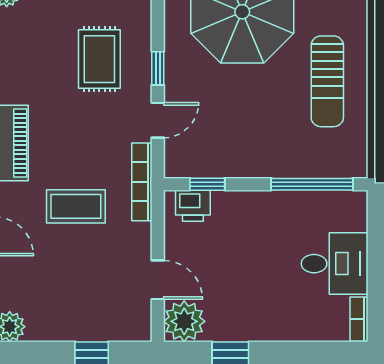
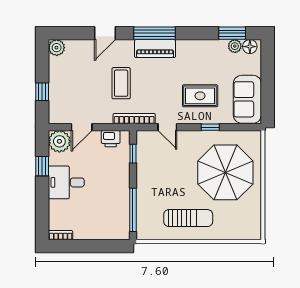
window: (158, 68) -> (210, 127), moved
sun lounger: (327, 81) -> (188, 218), turned 180
printer: (193, 206) -> (111, 139), moved, turned -90
desk: (335, 264) -> (66, 182), moved, turned 90

